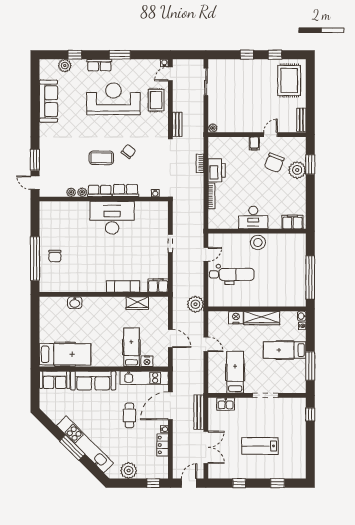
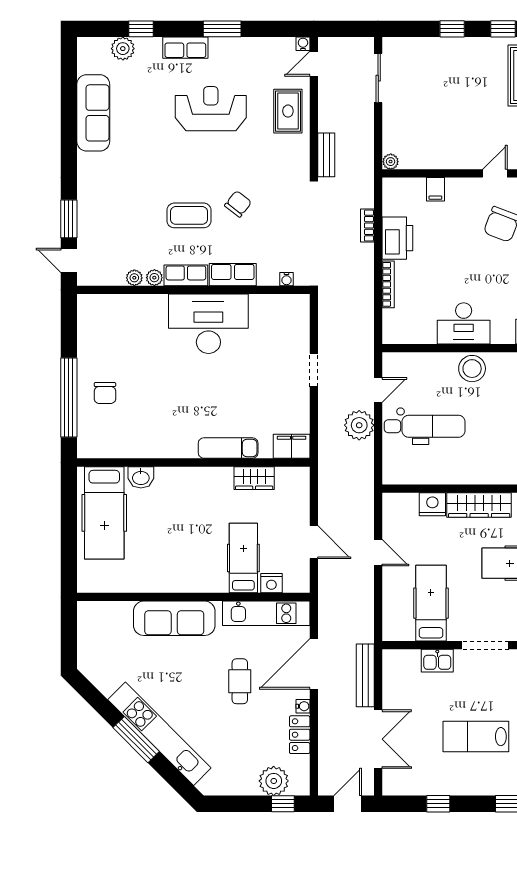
reception desk: (113, 99) -> (211, 109), width x0.74, depth x0.77
filing cabinet: (254, 143) -> (435, 189), moved
plant: (195, 304) -> (359, 425), moved
hospital bed: (65, 354) -> (104, 513), moved, turned 90
sofa: (55, 380) -> (104, 617), removed
kitchen sink: (226, 404) -> (437, 661), moved
plant: (129, 471) -> (274, 781), moved

